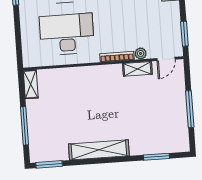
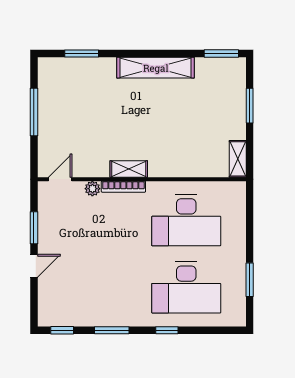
window: (184, 34) -> (34, 228), moved
shelving: (137, 69) -> (129, 169), moved
window: (25, 126) -> (250, 106), width x0.69

